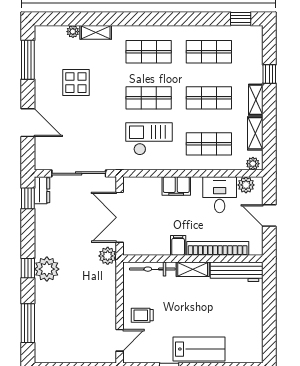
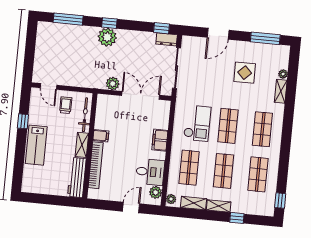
filing cabinet: (178, 245) -> (101, 136), moved
bookcase: (218, 248) -> (96, 165), moved
wall: (193, 259) -> (90, 146), moved
bicycle: (152, 269) -> (85, 115), moved
shelving: (193, 269) -> (82, 145), moved
workbench: (237, 272) -> (77, 178), moved

